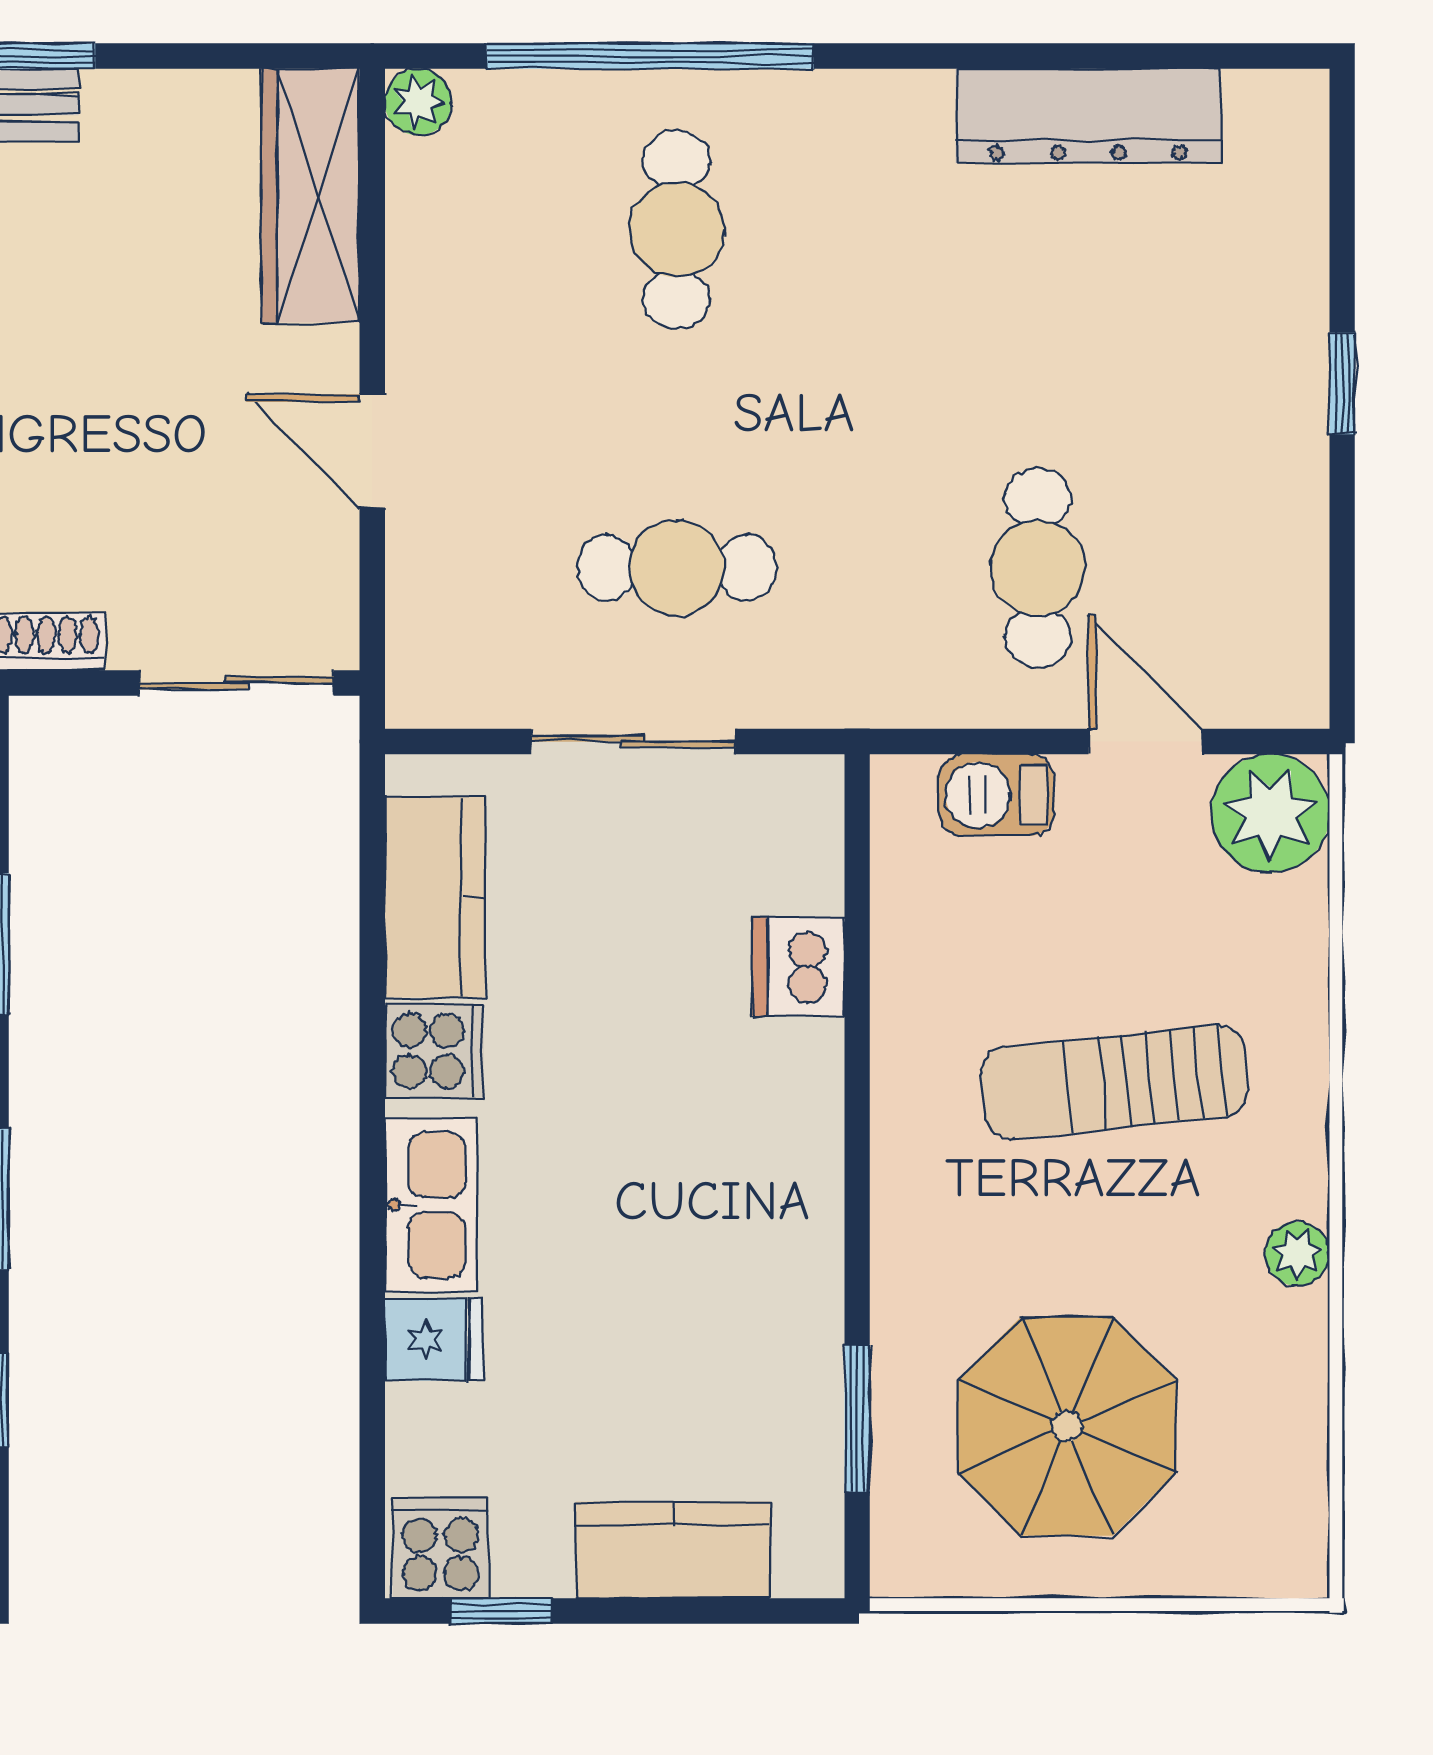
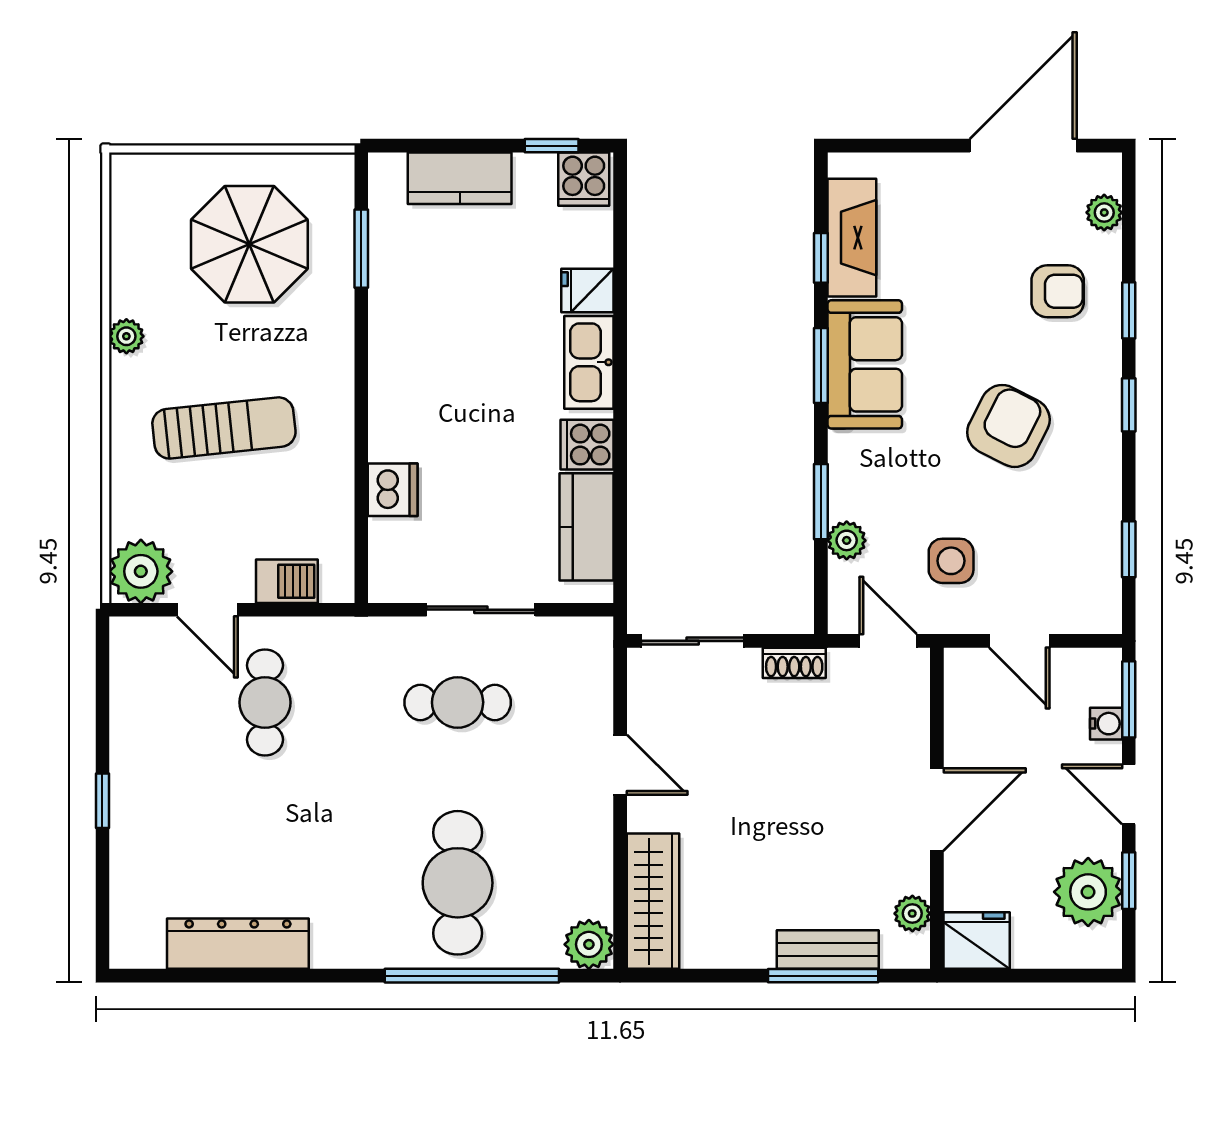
plant: (418, 102) -> (589, 944), width x1.38, depth x1.38
cafe table: (677, 230) -> (458, 883), width x1.37, depth x1.35

